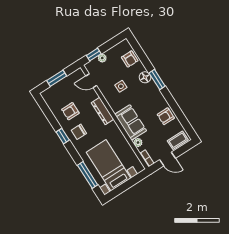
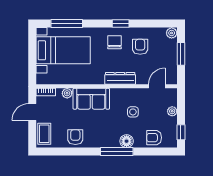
window: (94, 55) -> (181, 132), moved
window: (157, 80) -> (117, 152), width x1.44
plant: (46, 95) -> (172, 33), added

